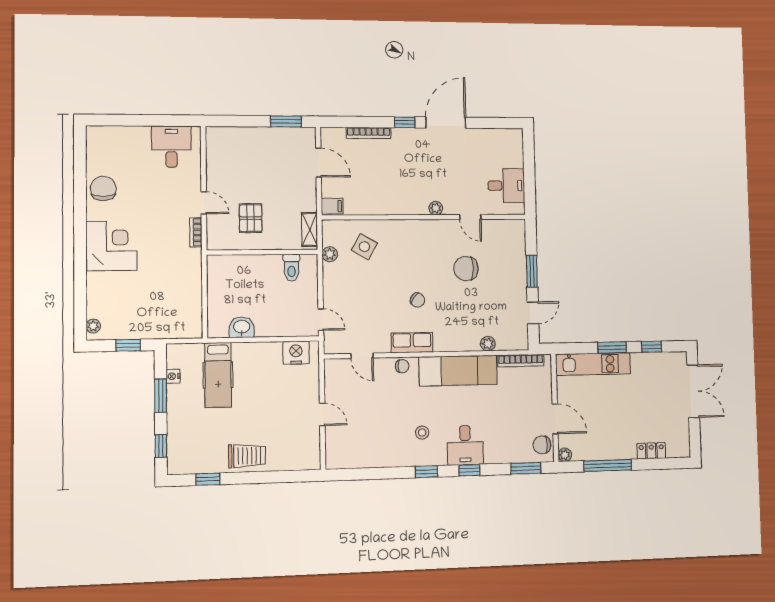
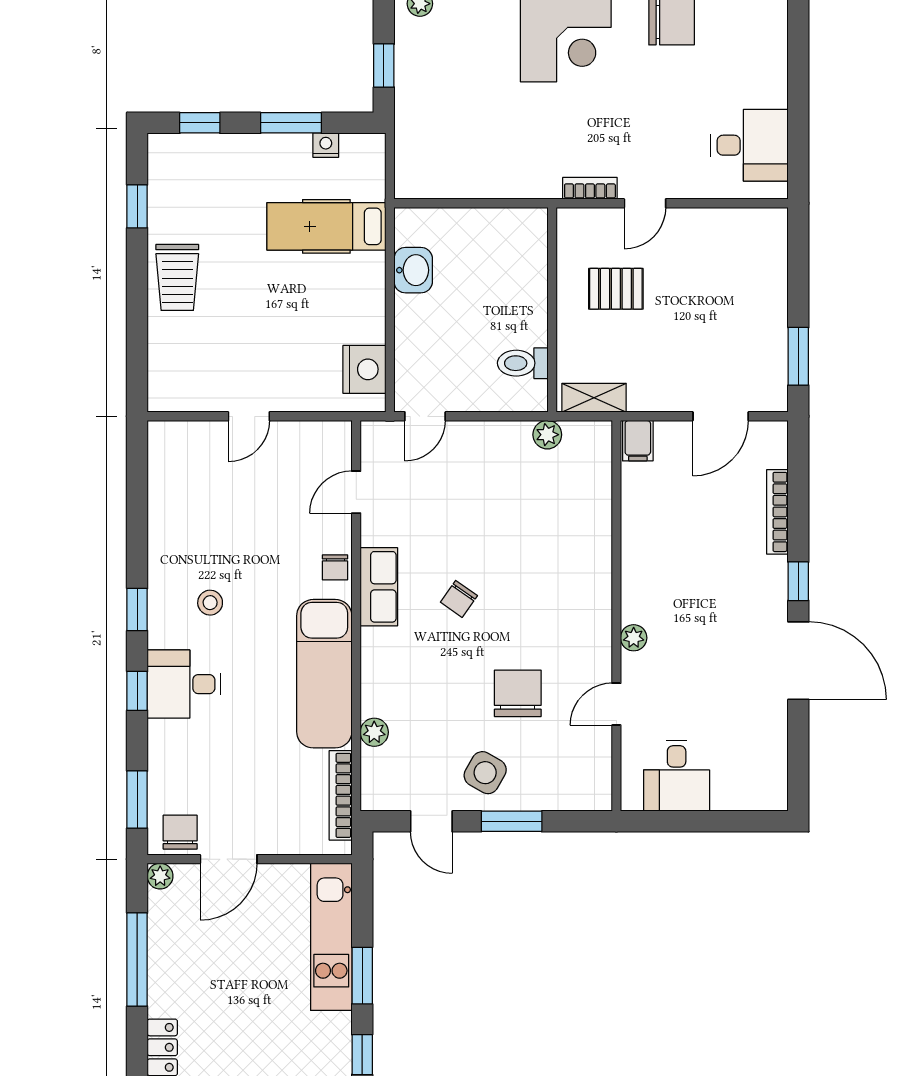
side table: (364, 247) -> (485, 773), moved

